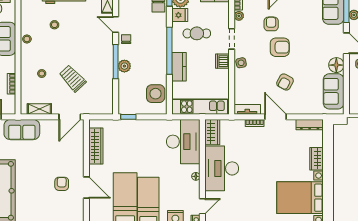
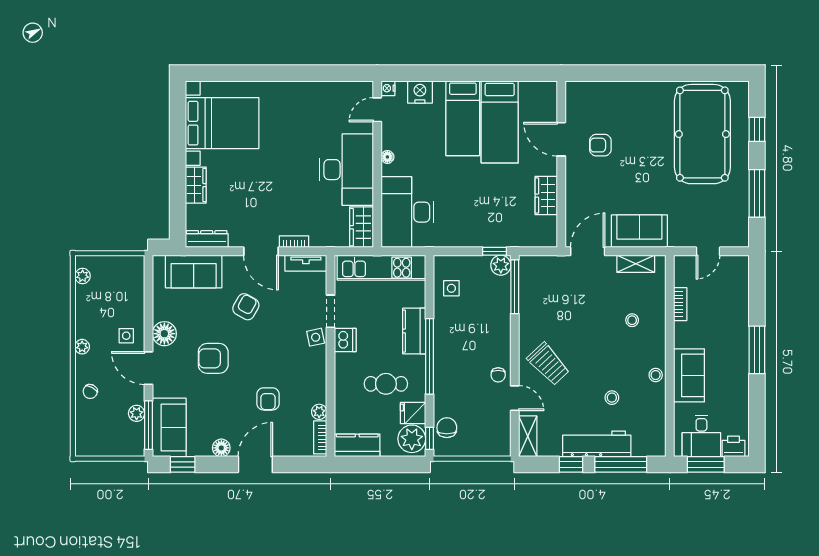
doorway: (232, 39) -> (331, 311), moved
armchair: (280, 47) -> (213, 358), moved
window: (116, 62) -> (515, 287), moved
plant: (124, 66) -> (501, 265), moved
trolley: (73, 78) -> (548, 364), moved
sofa: (334, 91) -> (194, 272), moved, turned 90
side table: (156, 94) -> (451, 288), width x0.54, depth x0.54
sofa: (22, 130) -> (639, 231), moved
wardrobe: (96, 146) -> (546, 196), width x0.67
armchair: (62, 184) -> (600, 145), turned 89

